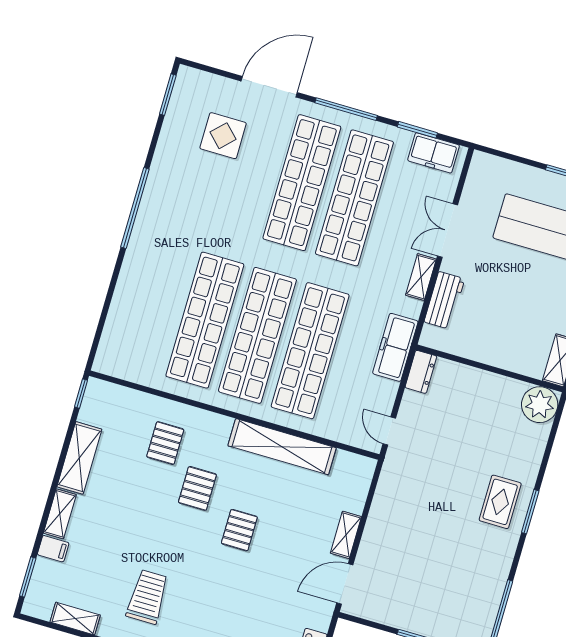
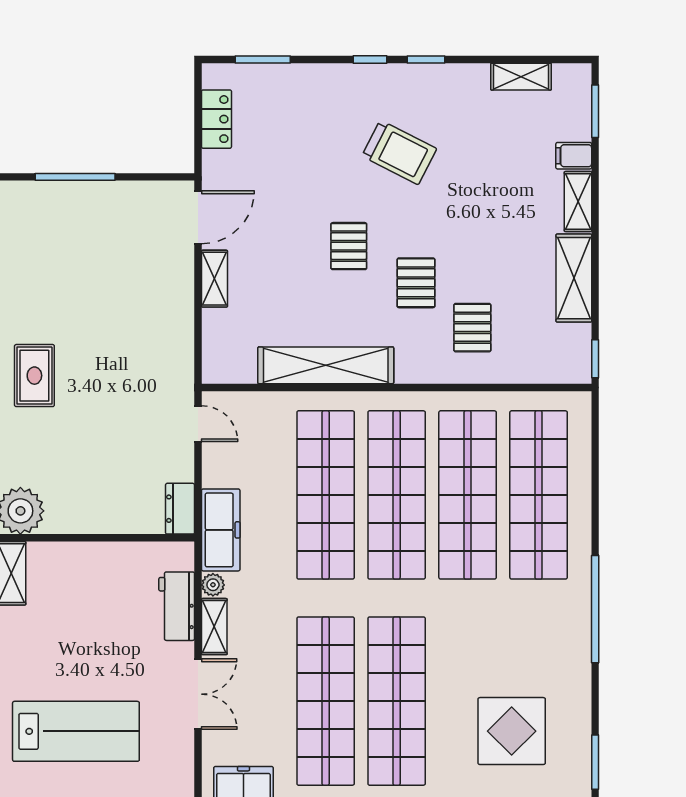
display table: (223, 136) -> (512, 731), width x1.36, depth x1.36
shop shelf: (152, 305) -> (539, 495), added
plant: (413, 308) -> (213, 585), added
trolley: (147, 597) -> (399, 152), moved, turned -63

